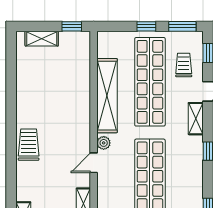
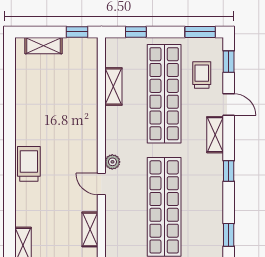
window: (146, 26) -> (136, 32), moved
shelving: (107, 96) -> (113, 87), width x0.45, depth x0.75
door: (94, 163) -> (101, 184), hinge flipped

